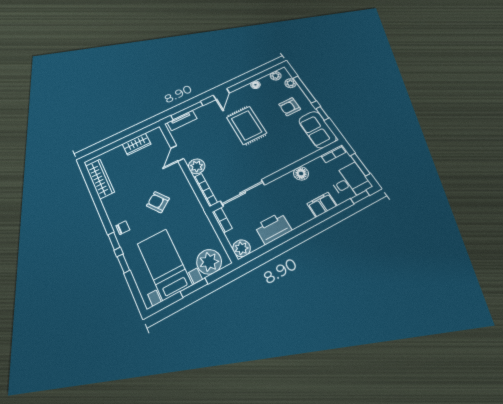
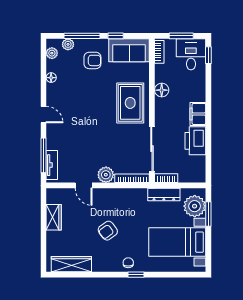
armchair: (290, 107) -> (92, 60), turned -90
rug: (246, 125) -> (130, 103), moved, turned 90
armchair: (158, 202) -> (108, 231), moved
filing cabinet: (322, 205) -> (198, 114), moved
dresser: (205, 226) -> (164, 195), added
plant: (242, 248) -> (198, 175), removed
window: (123, 264) -> (159, 275), removed
window: (194, 288) -> (208, 214), moved

